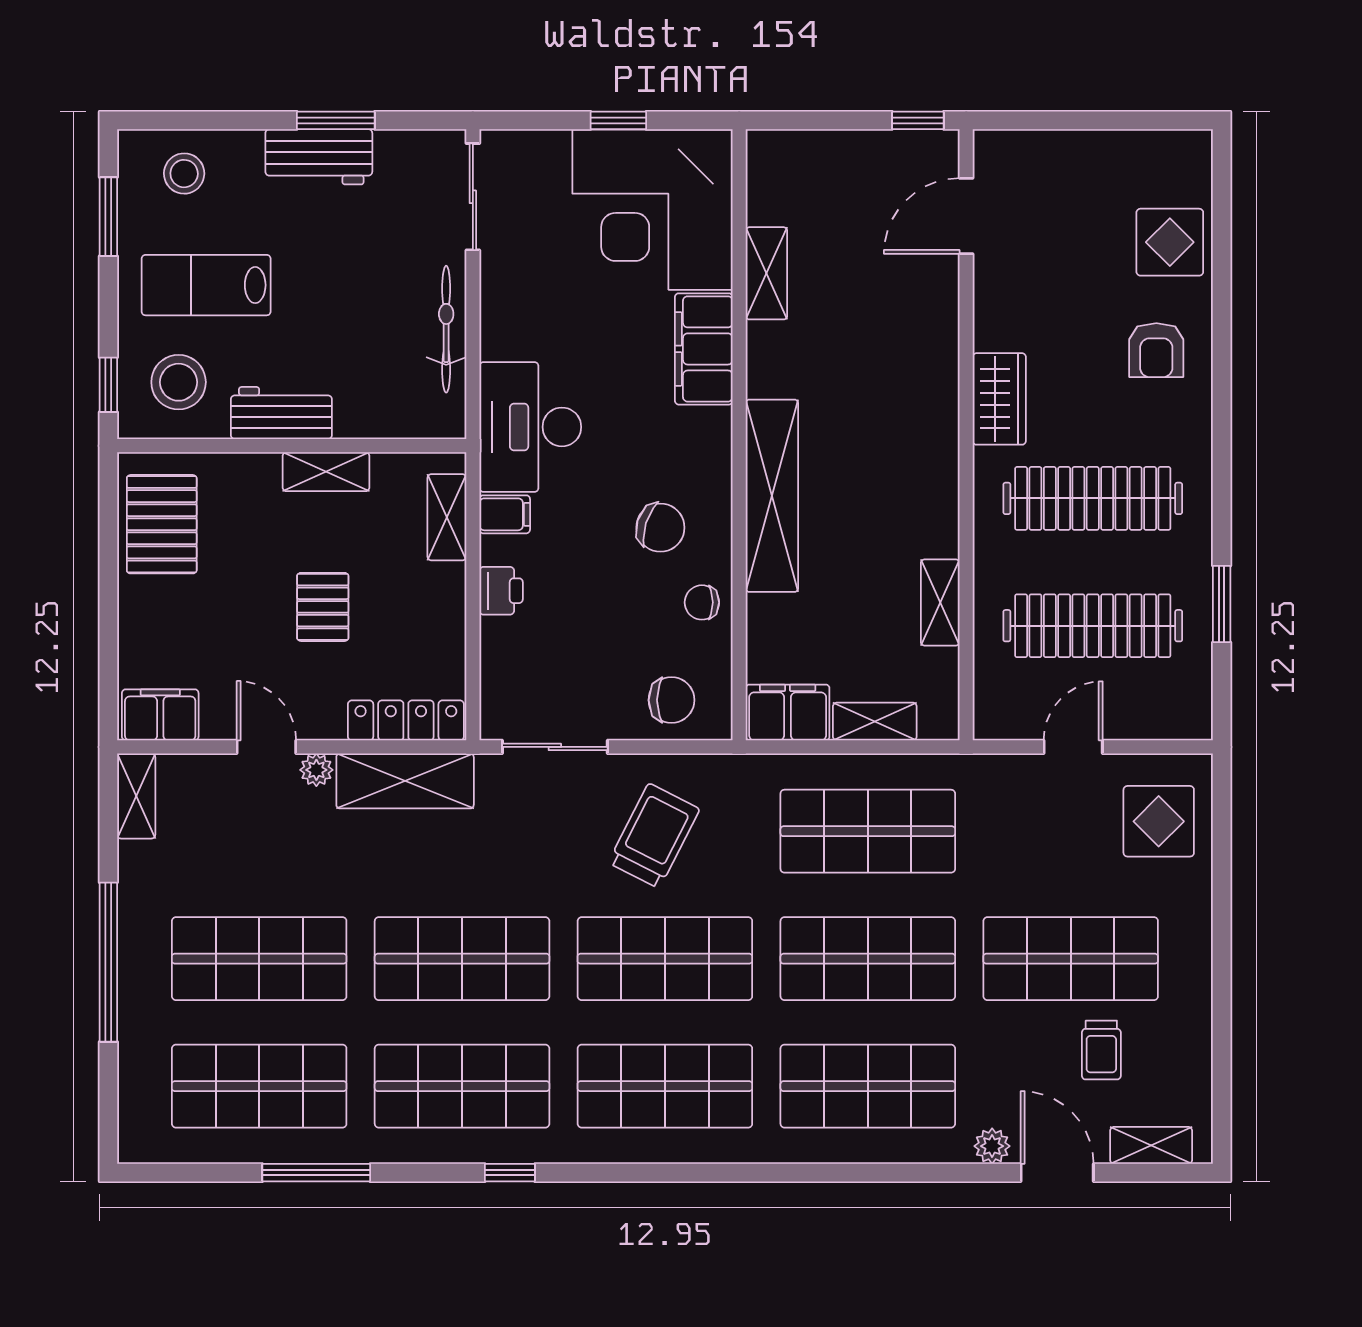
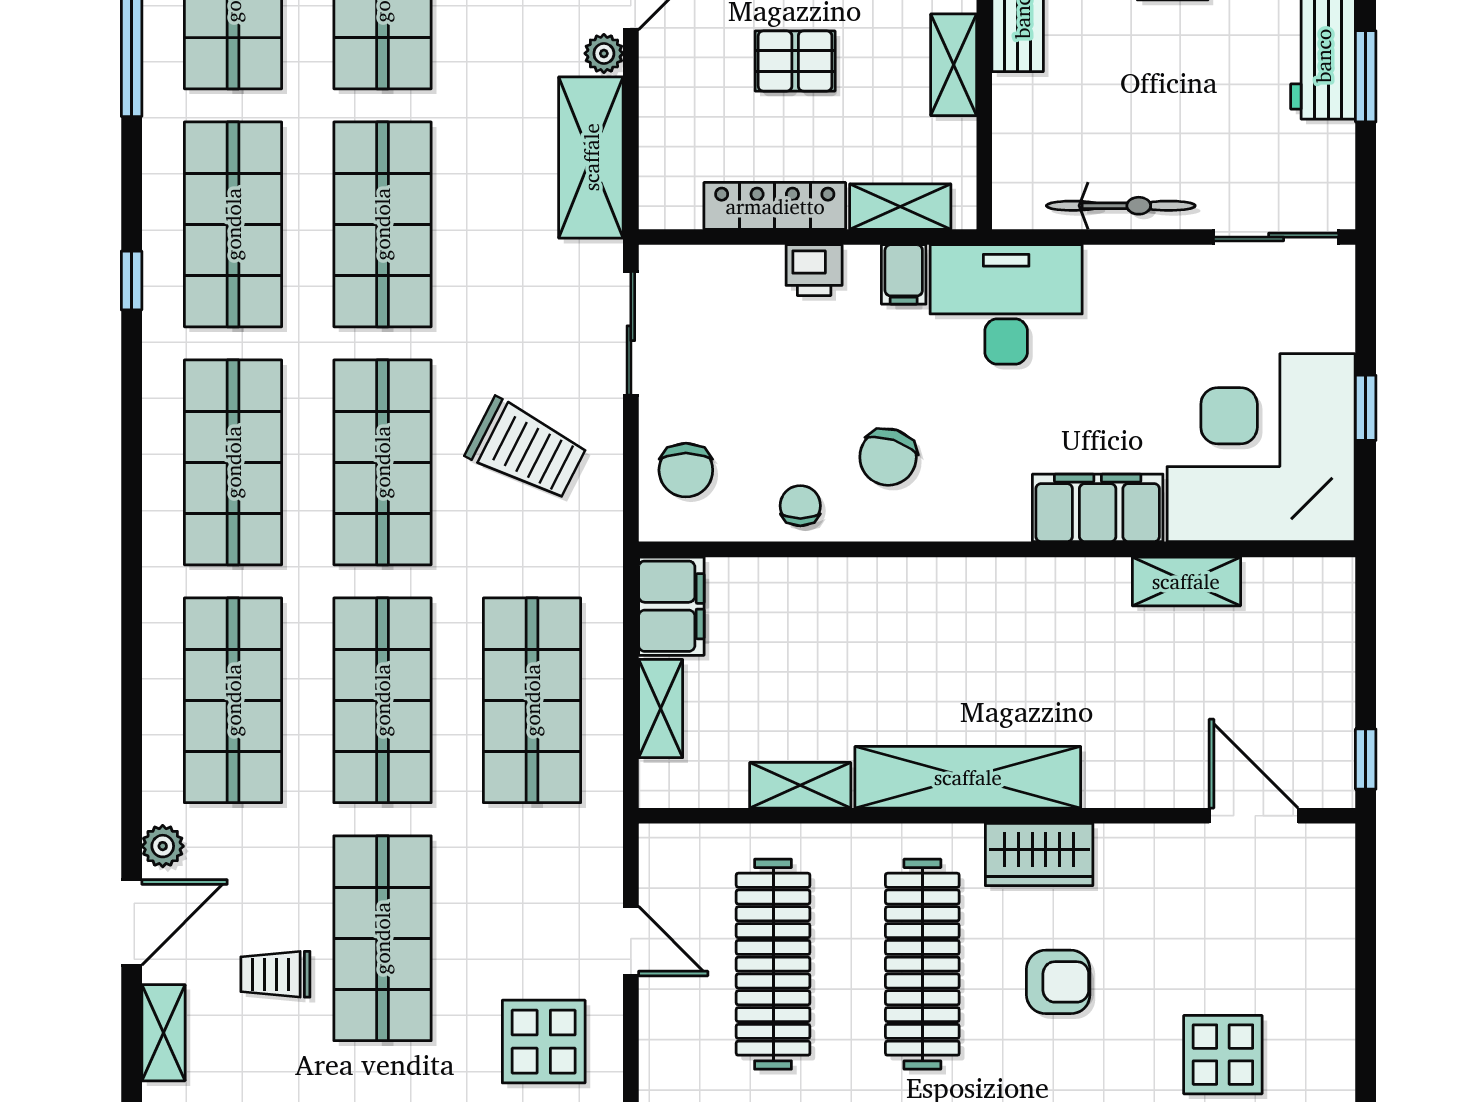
armchair: (1156, 350) -> (1058, 982), moved, turned 180
shelving: (772, 496) -> (968, 777), moved
locker: (406, 720) -> (775, 206), moved, turned -90

